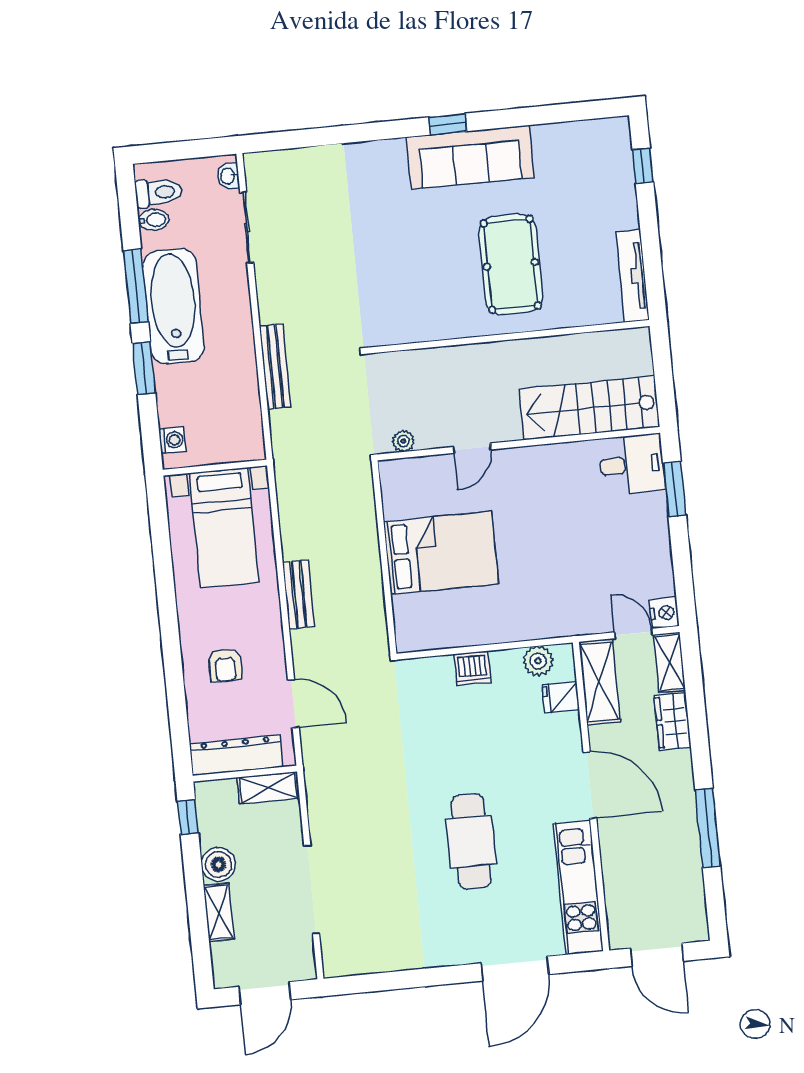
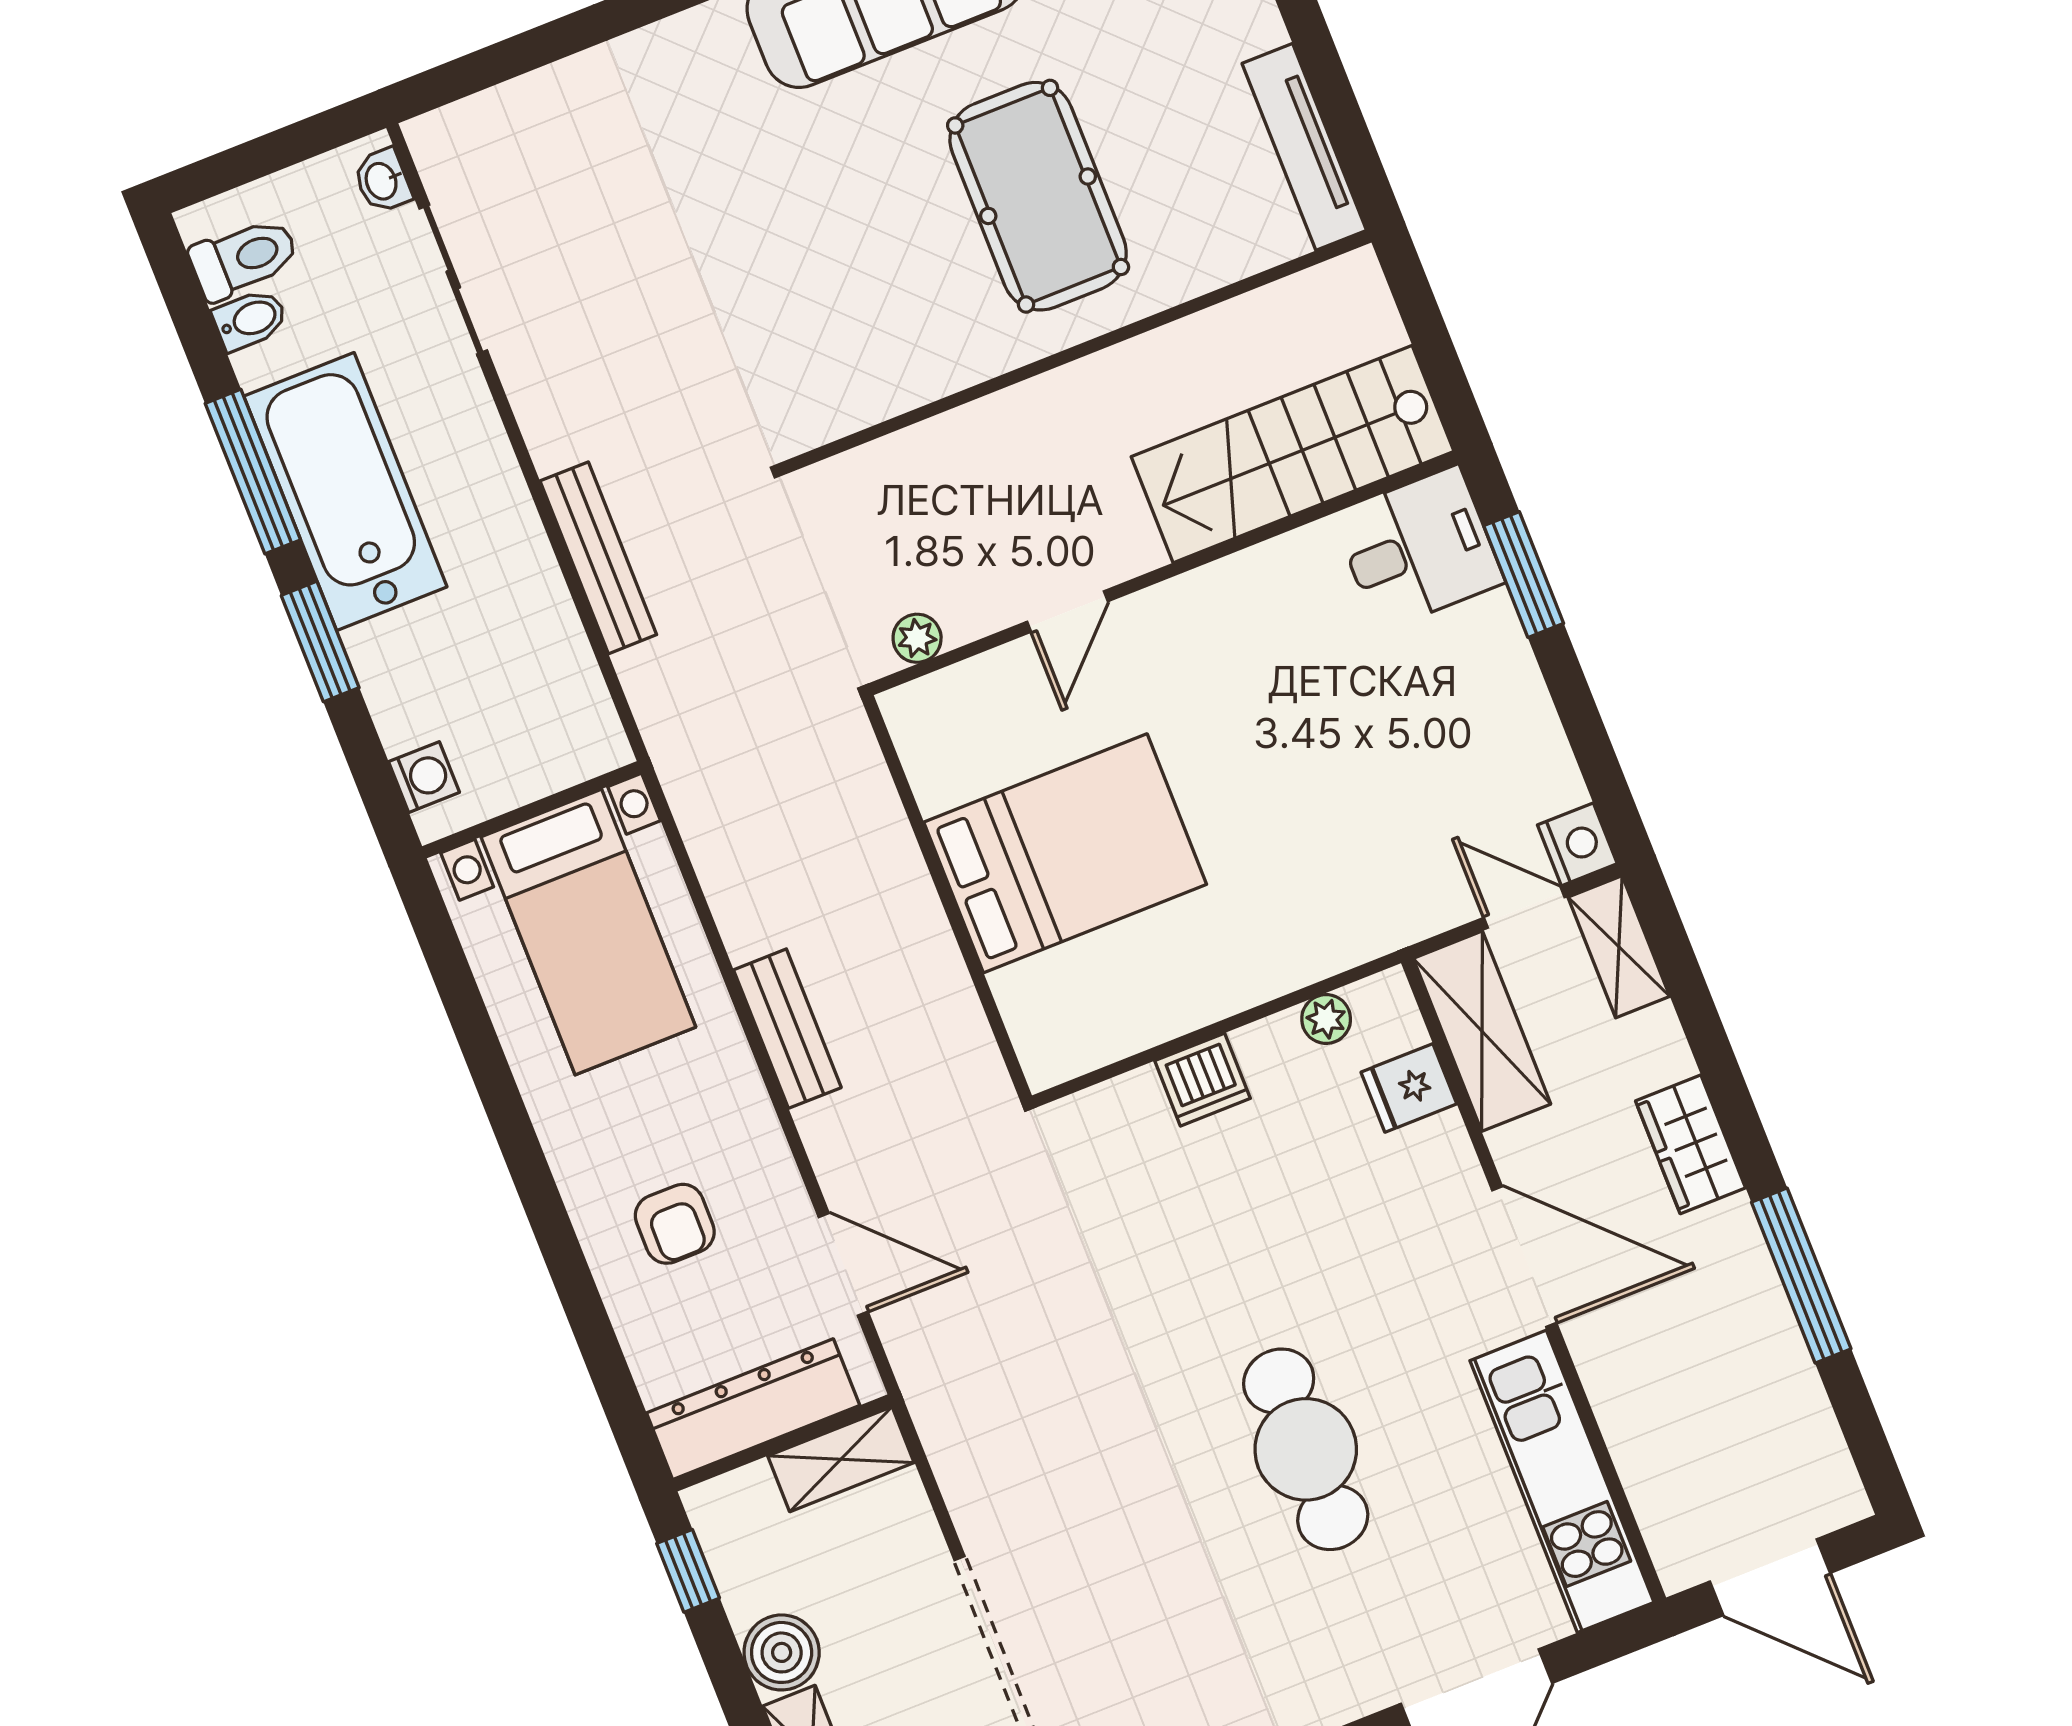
plant: (538, 661) -> (1326, 1019), width x0.73, depth x0.73
wardrobe: (673, 721) -> (1691, 1144), moved

